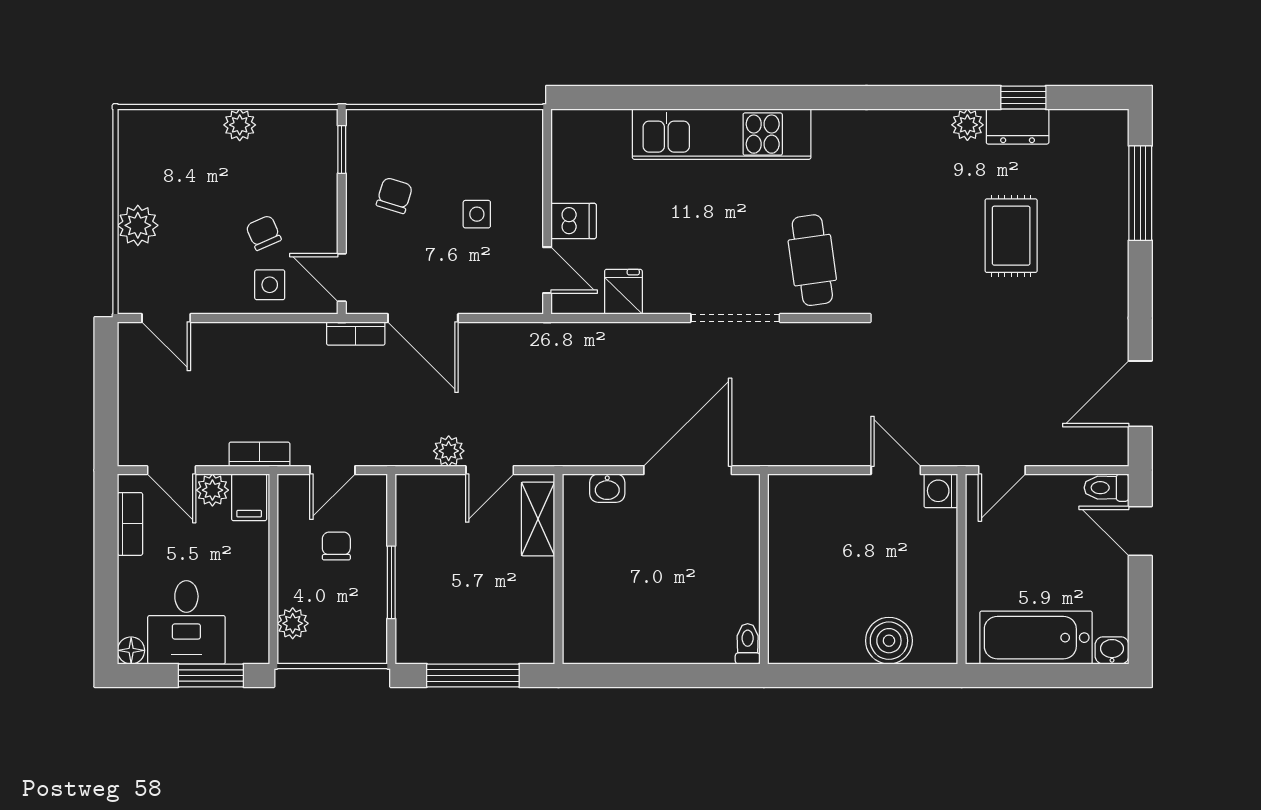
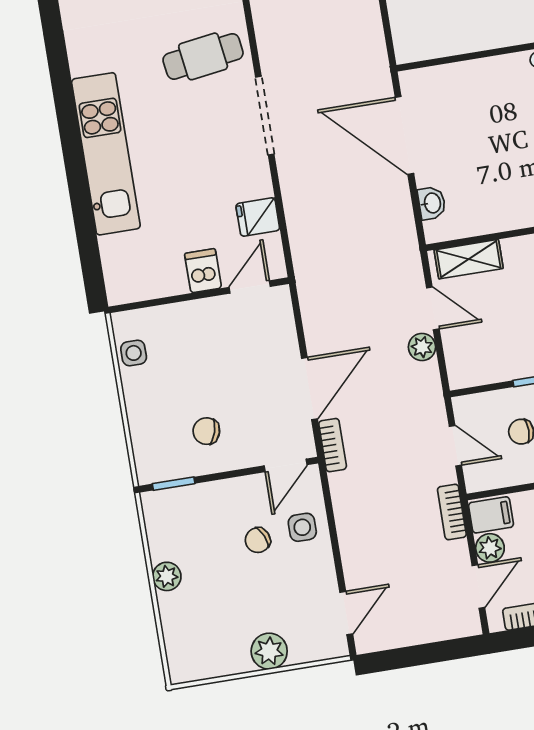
side table: (477, 214) -> (134, 353), moved

